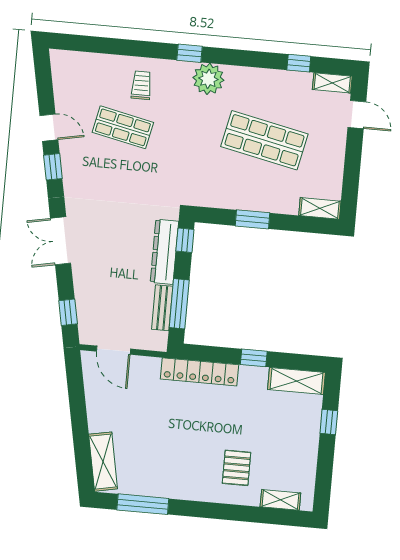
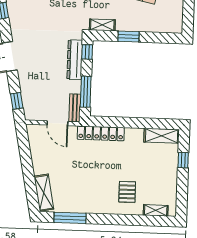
shelving: (320, 208) -> (102, 25), moved
bench: (162, 308) -> (75, 108), moved
door: (114, 350) -> (57, 123), moved
window: (254, 358) -> (134, 123), removed

